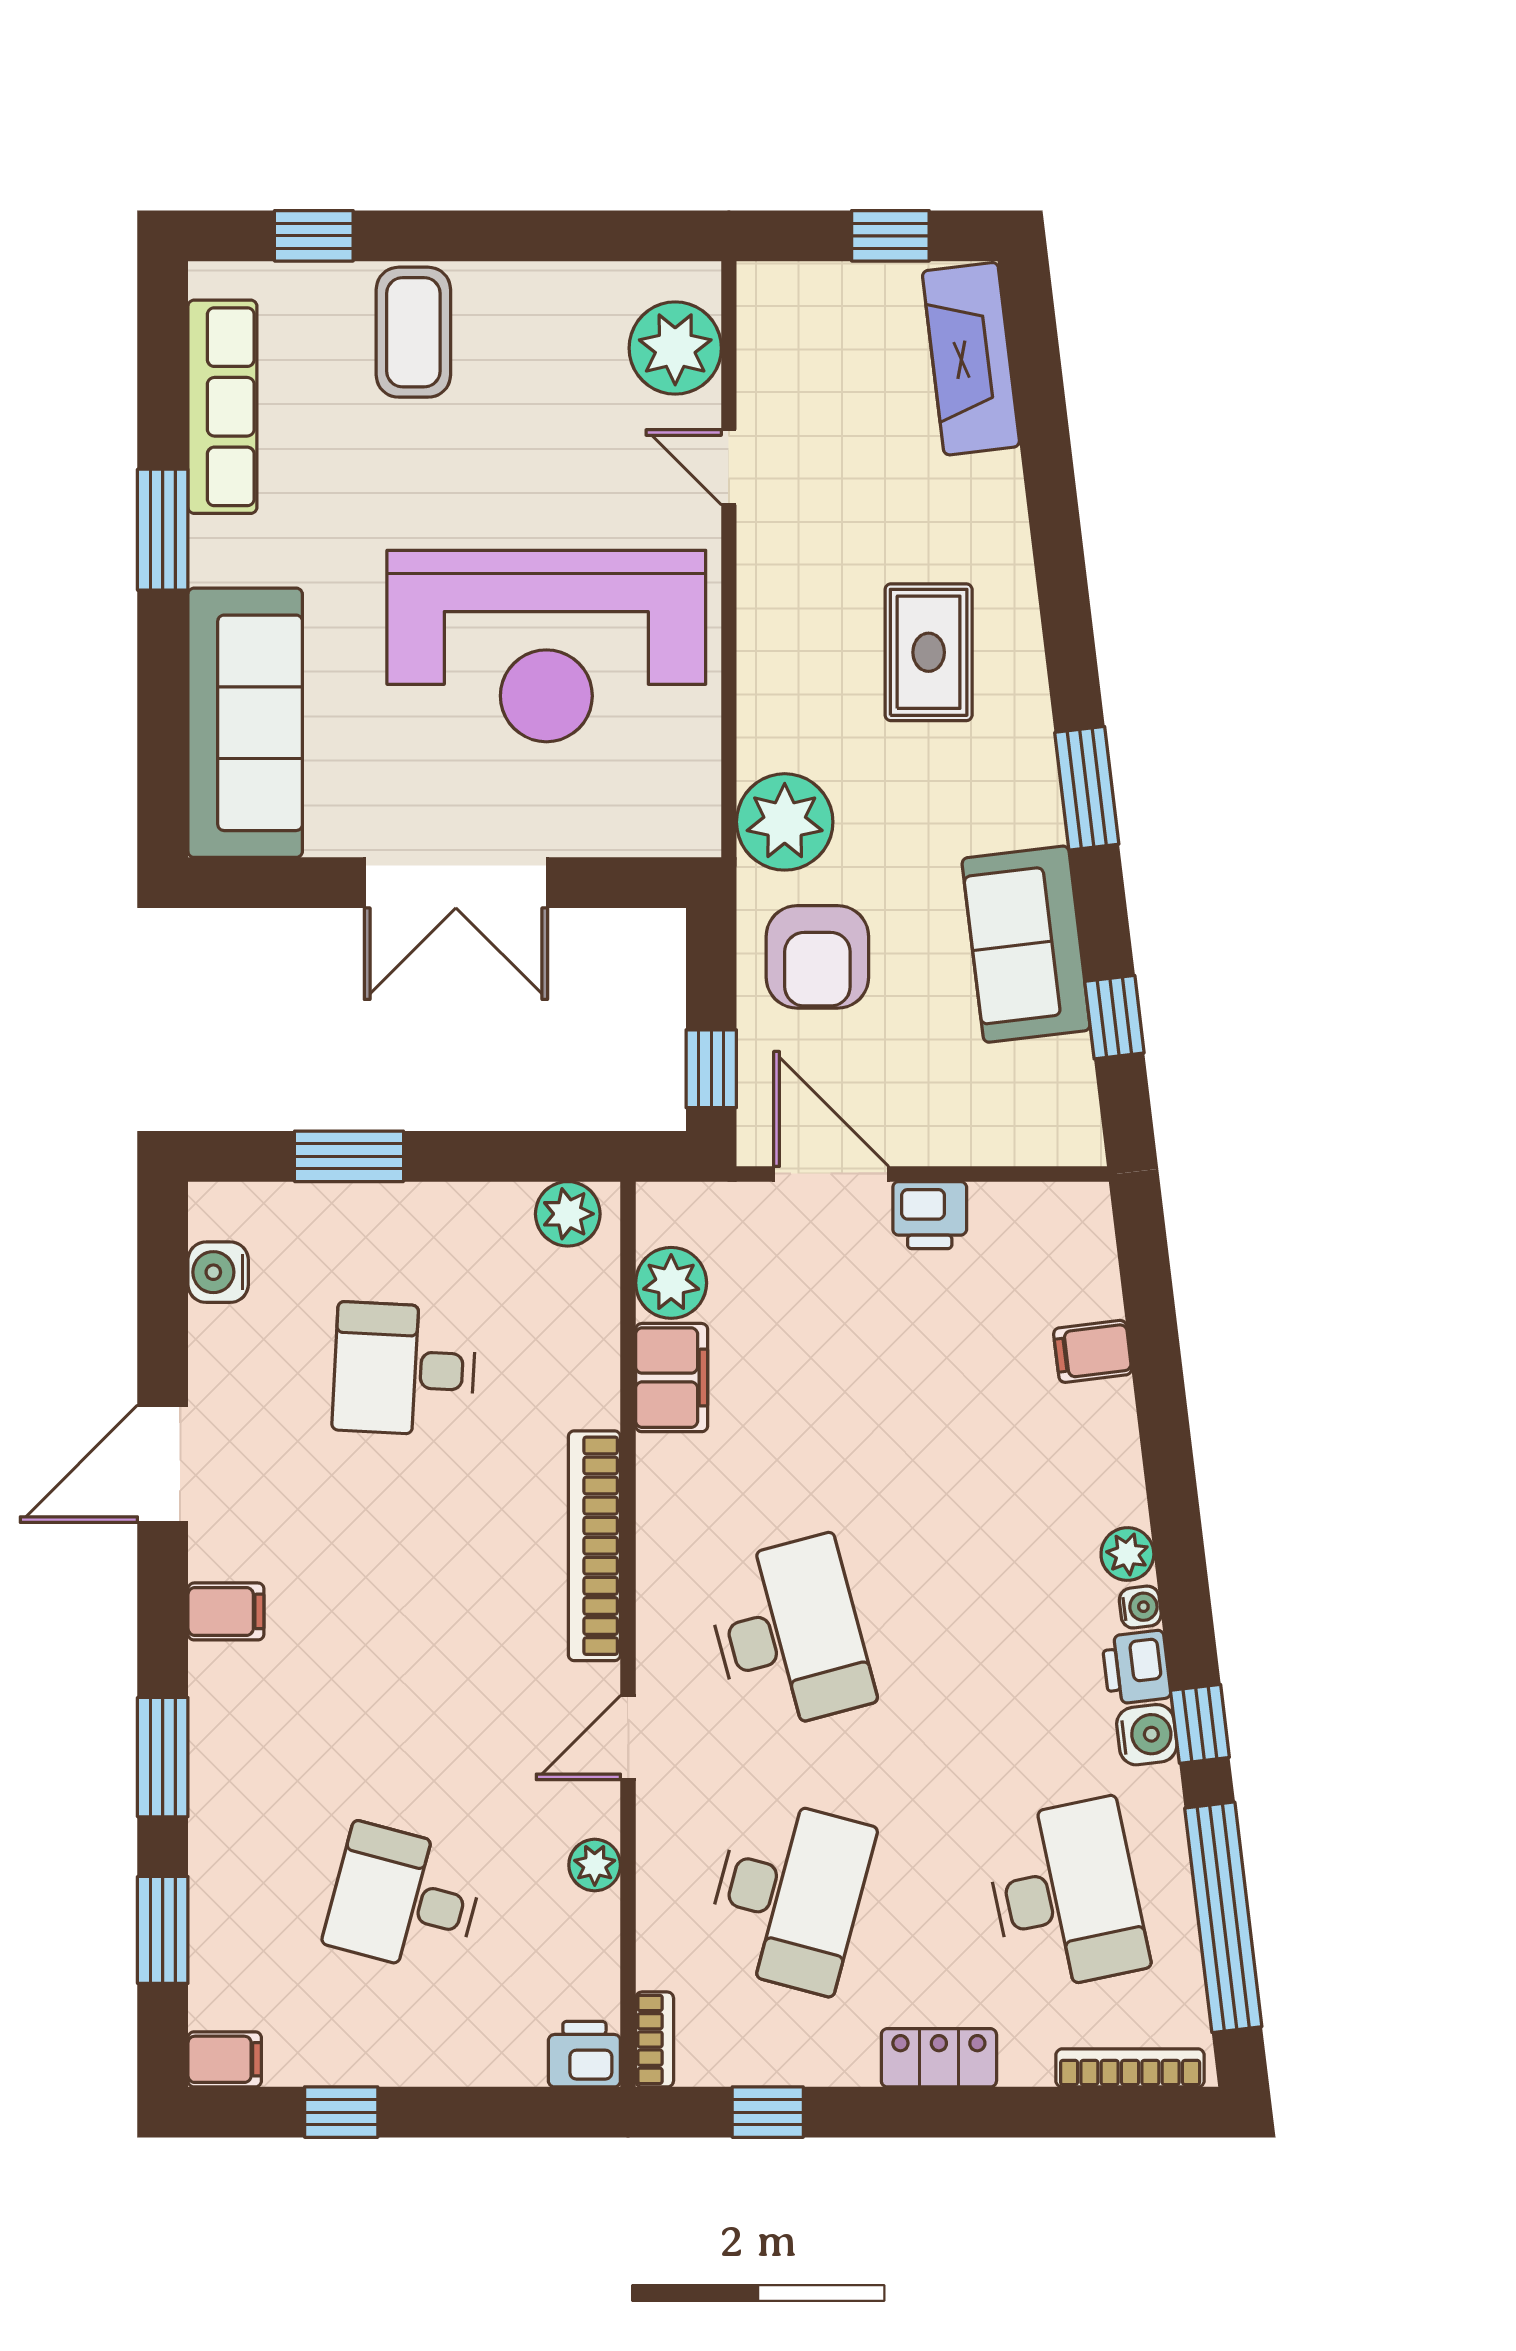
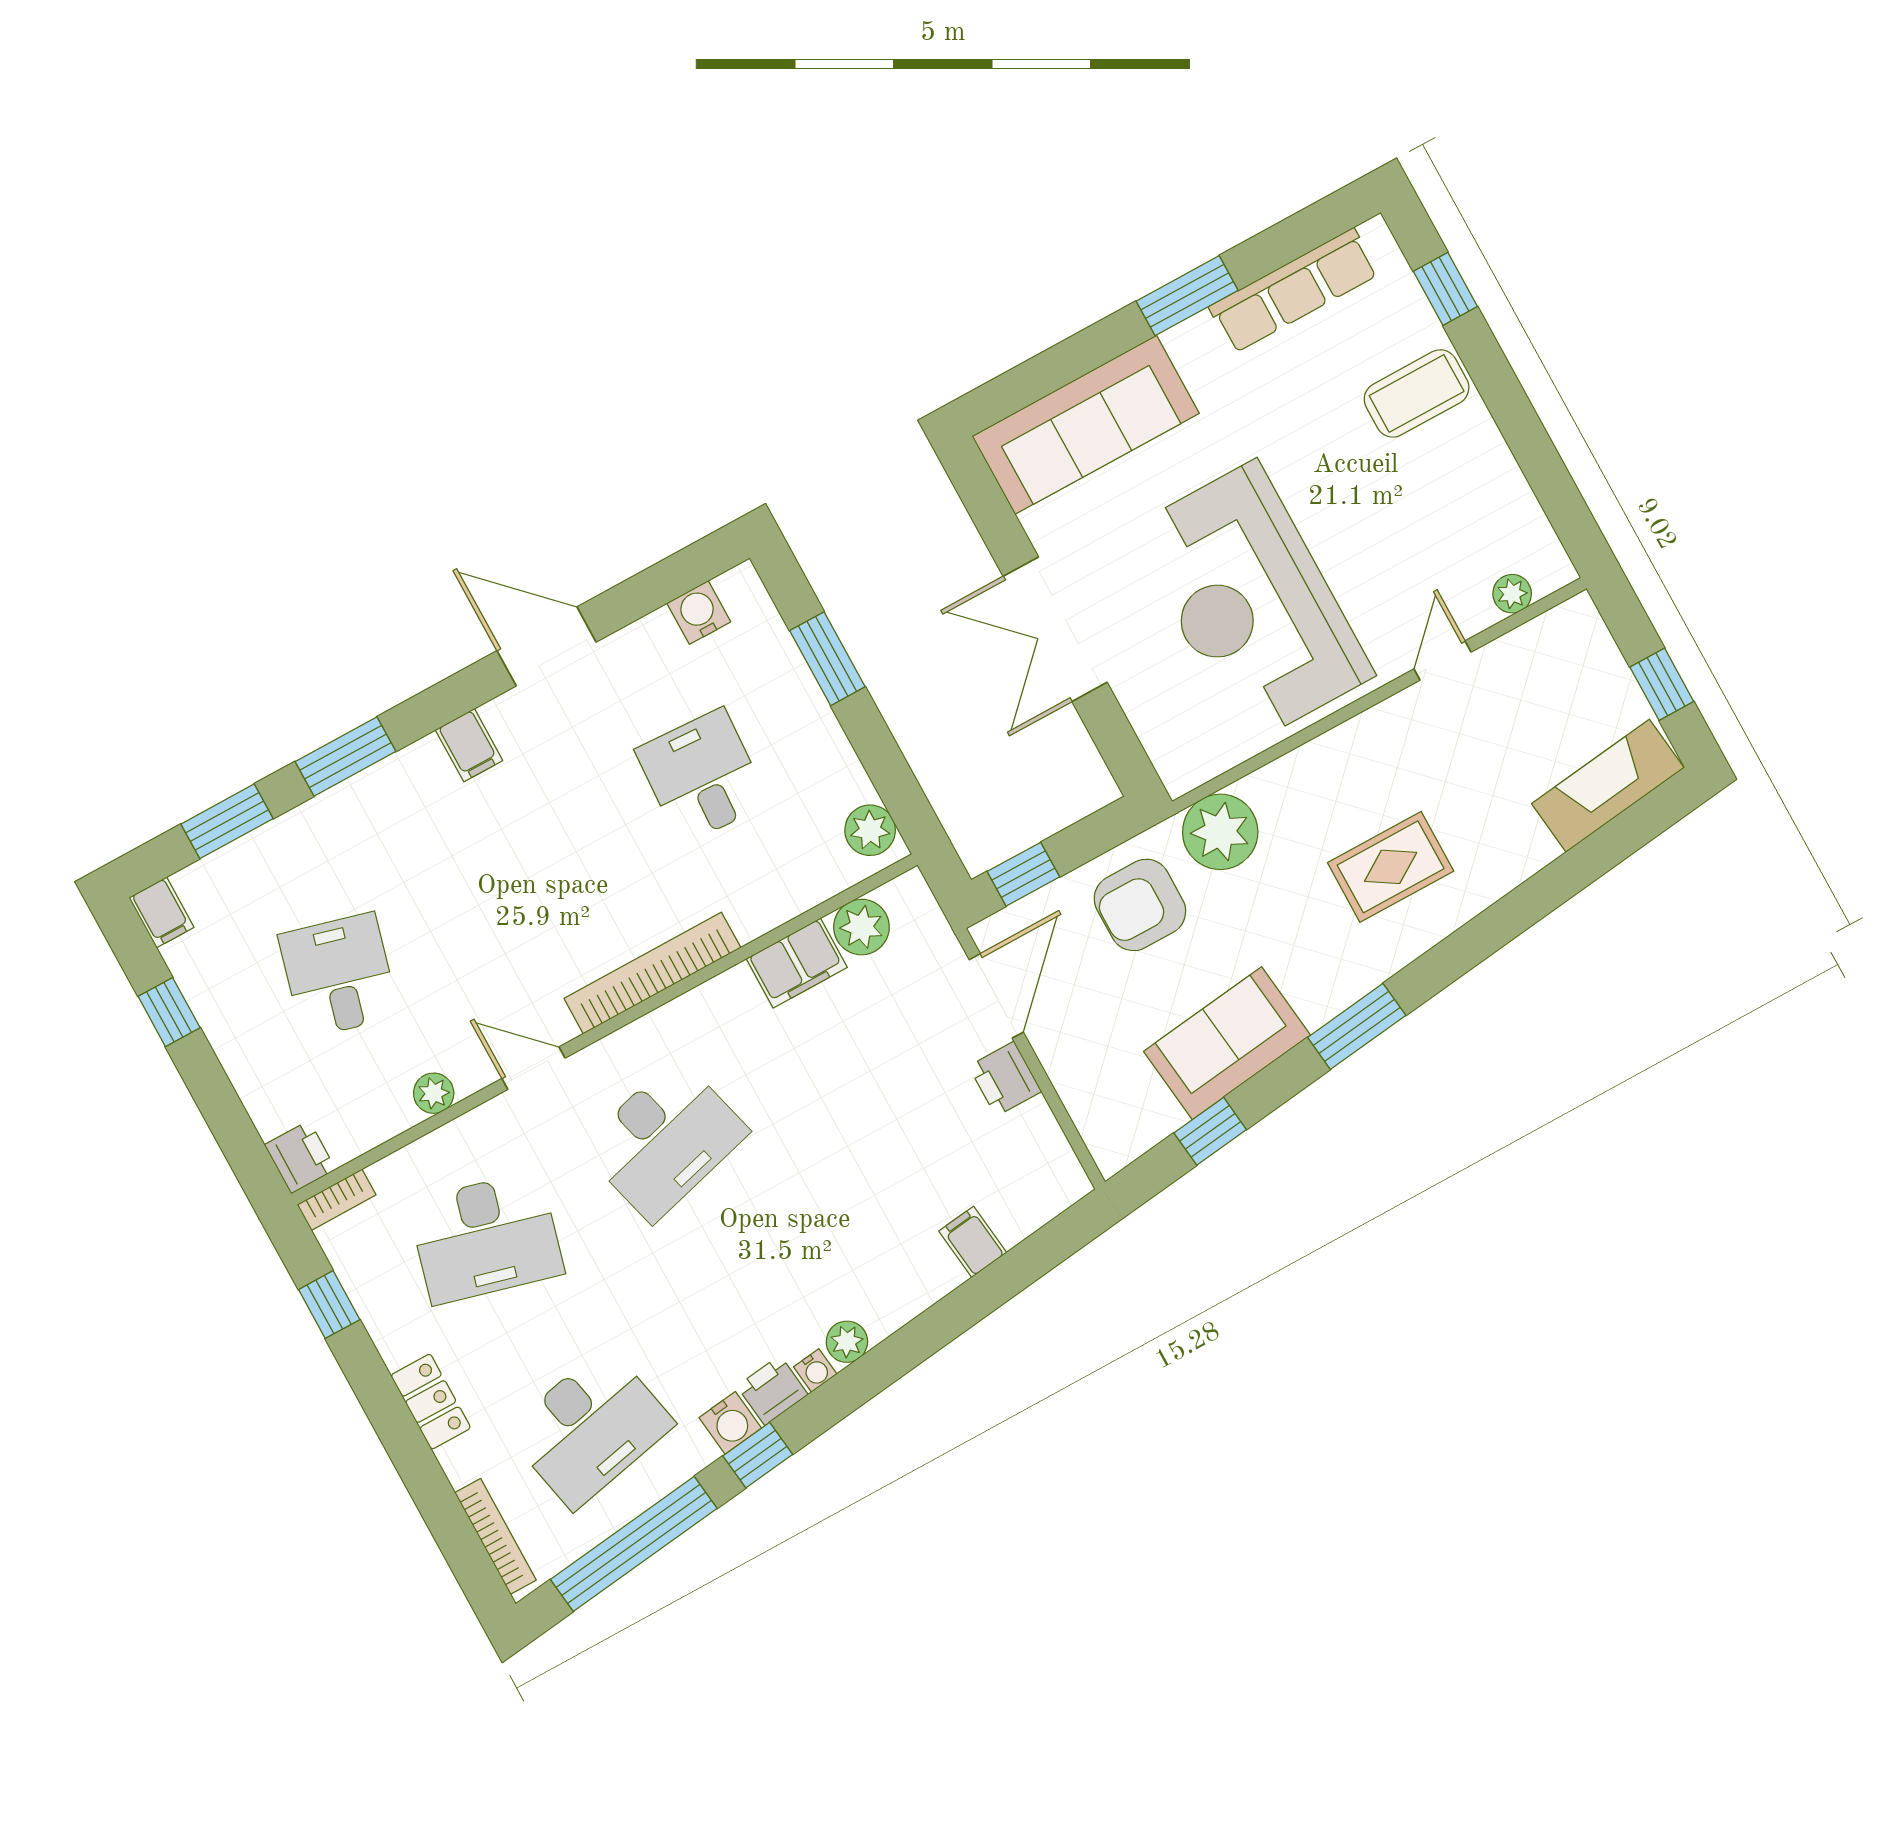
plant: (675, 348) -> (1512, 594), width x0.53, depth x0.53

